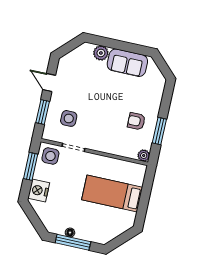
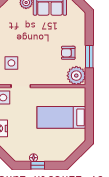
plant: (144, 155) -> (76, 76), width x1.87, depth x1.87
window: (73, 242) -> (38, 165), width x0.46

